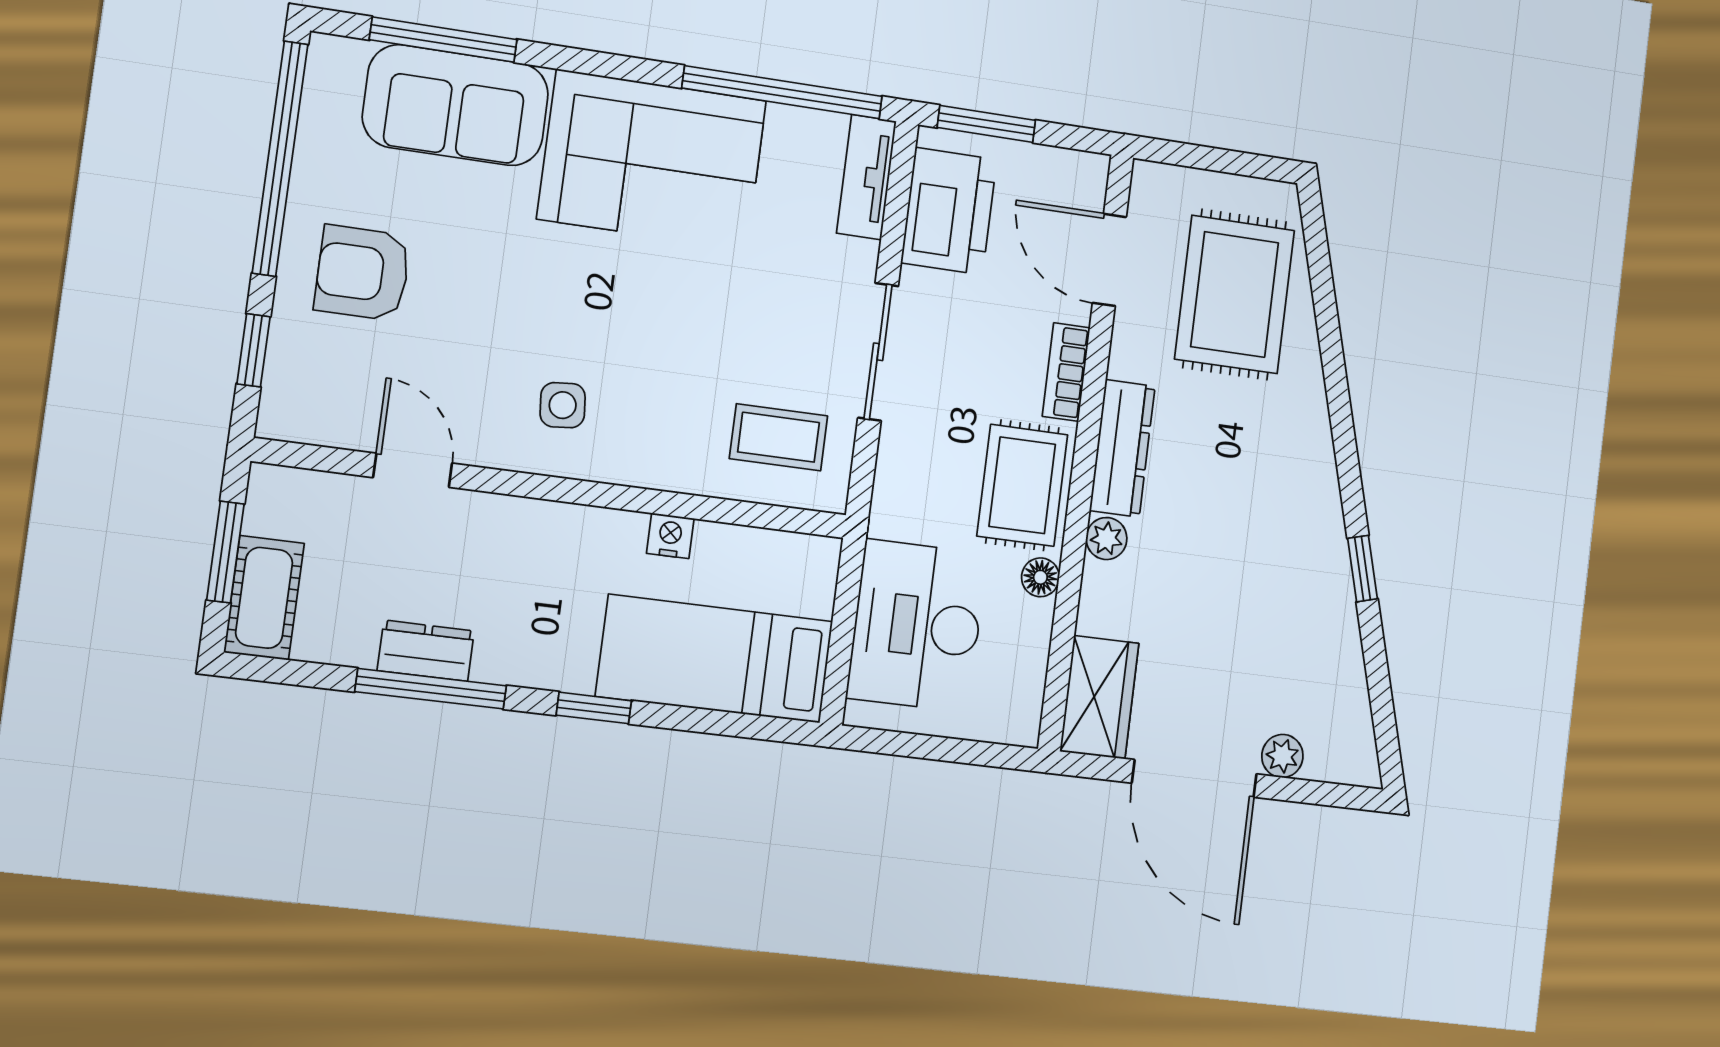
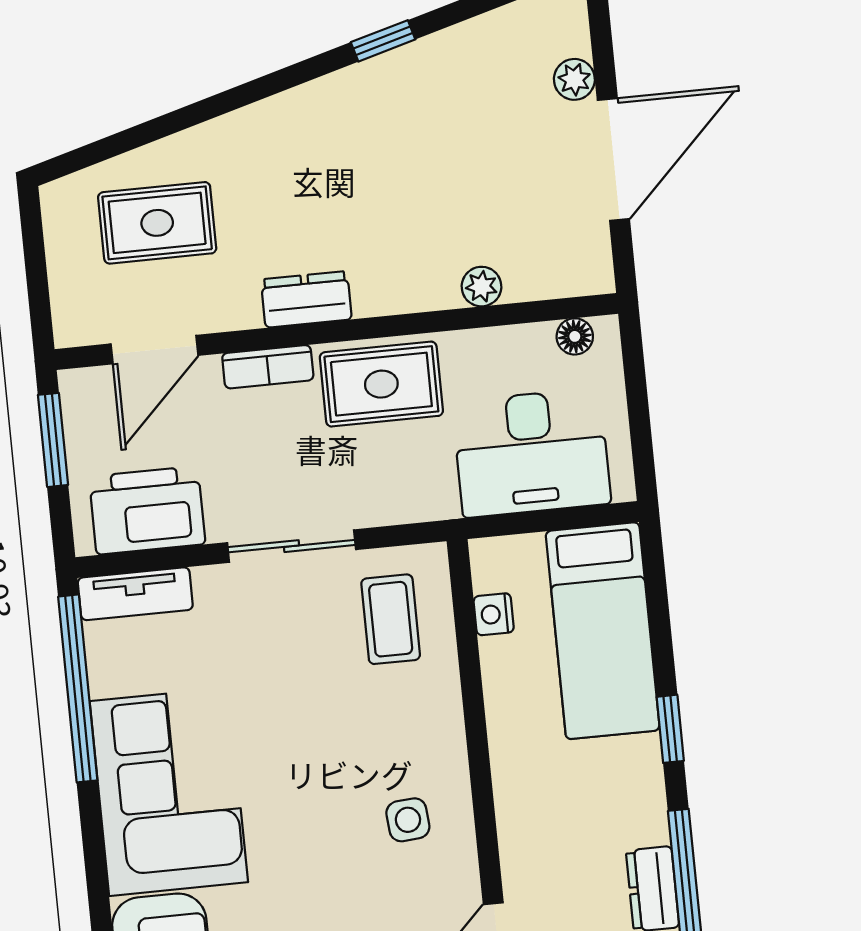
window: (986, 124) -> (53, 440), moved
rug: (1235, 295) -> (157, 223), width x0.73, depth x0.70
dresser: (1122, 448) -> (306, 299), width x0.70
nightstand: (670, 536) -> (494, 614), moved
plant: (1106, 539) -> (482, 287), moved
floor lamp: (1040, 577) -> (575, 336), moved
wardrobe: (1099, 697) -> (559, 267), removed

